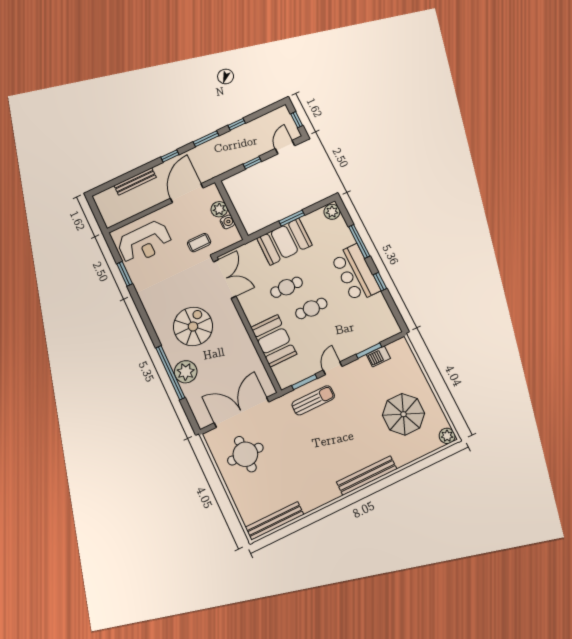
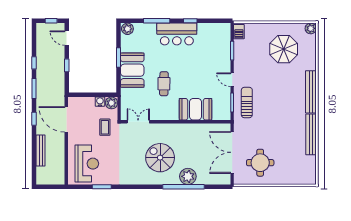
plant: (219, 209) -> (111, 103), moved
double door: (225, 279) -> (138, 122), width x0.73
cafe table: (311, 308) -> (186, 74), removed
barbecue: (378, 356) -> (239, 32), moved
bench: (274, 521) -> (311, 134), moved

